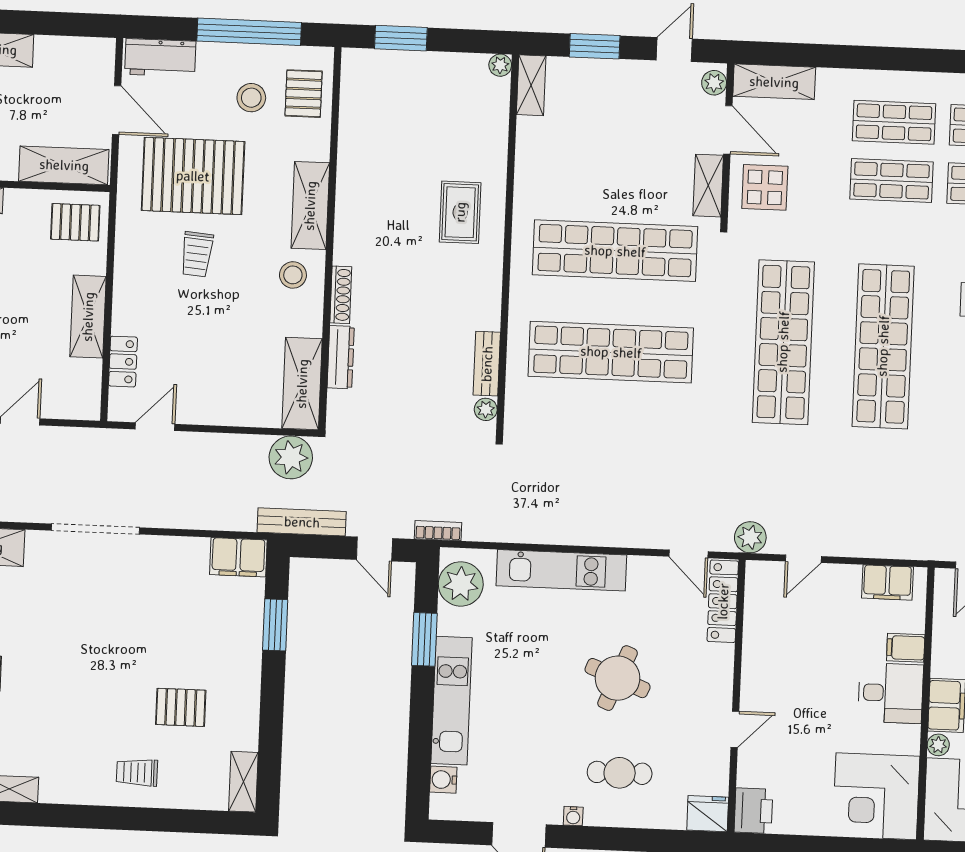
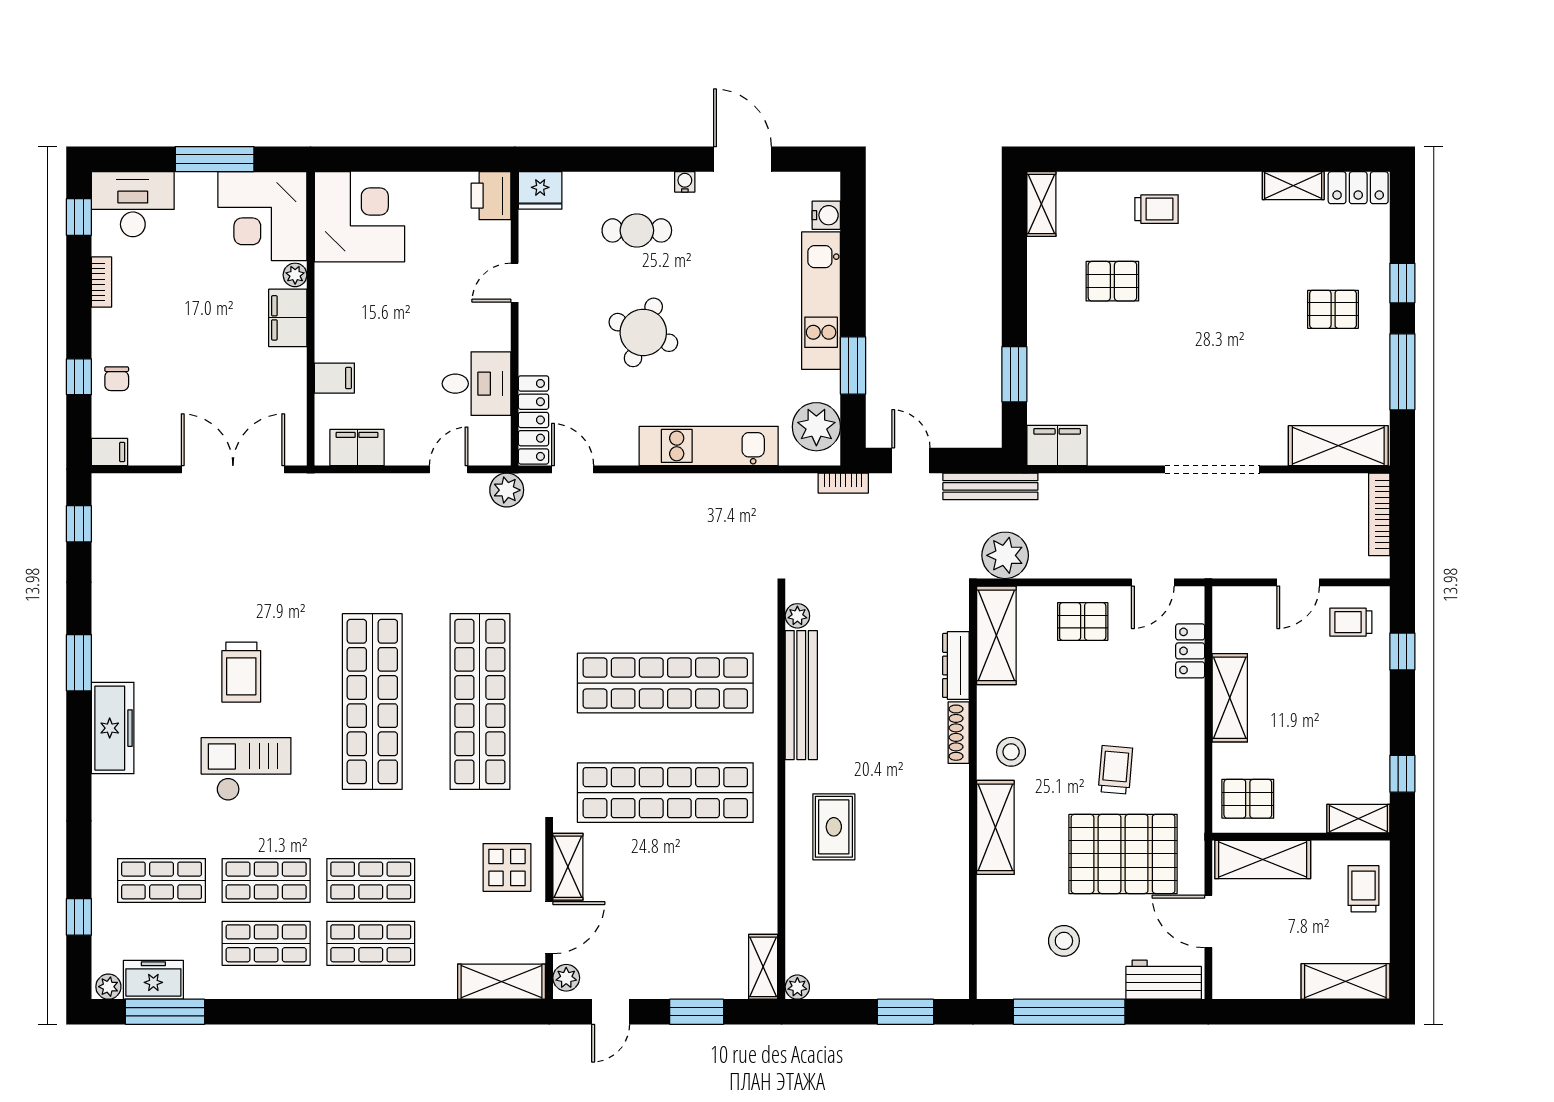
pallet: (304, 94) -> (1083, 621), moved, turned 90
door: (728, 130) -> (549, 928), swing flipped
bench: (487, 364) -> (801, 695), width x1.86, depth x1.21
desk: (891, 693) -> (477, 384), moved, turned 180

